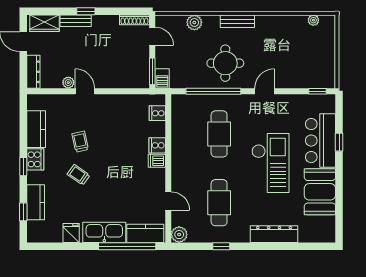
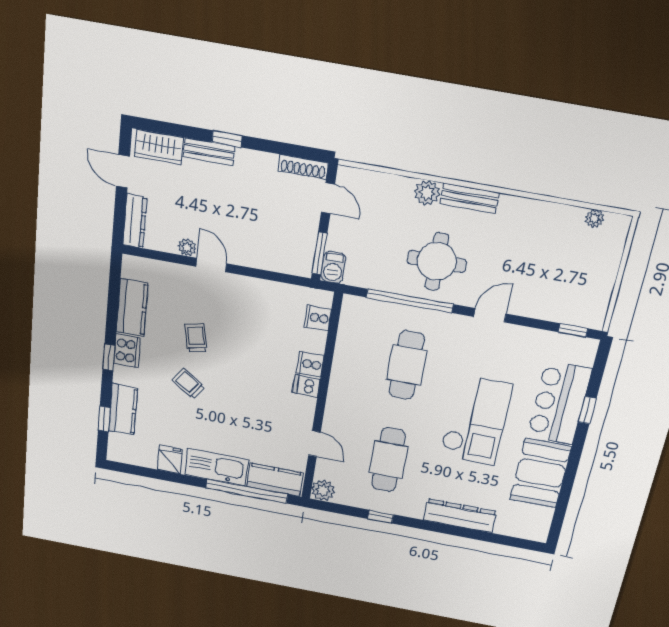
plant: (194, 22) -> (427, 193), moved

